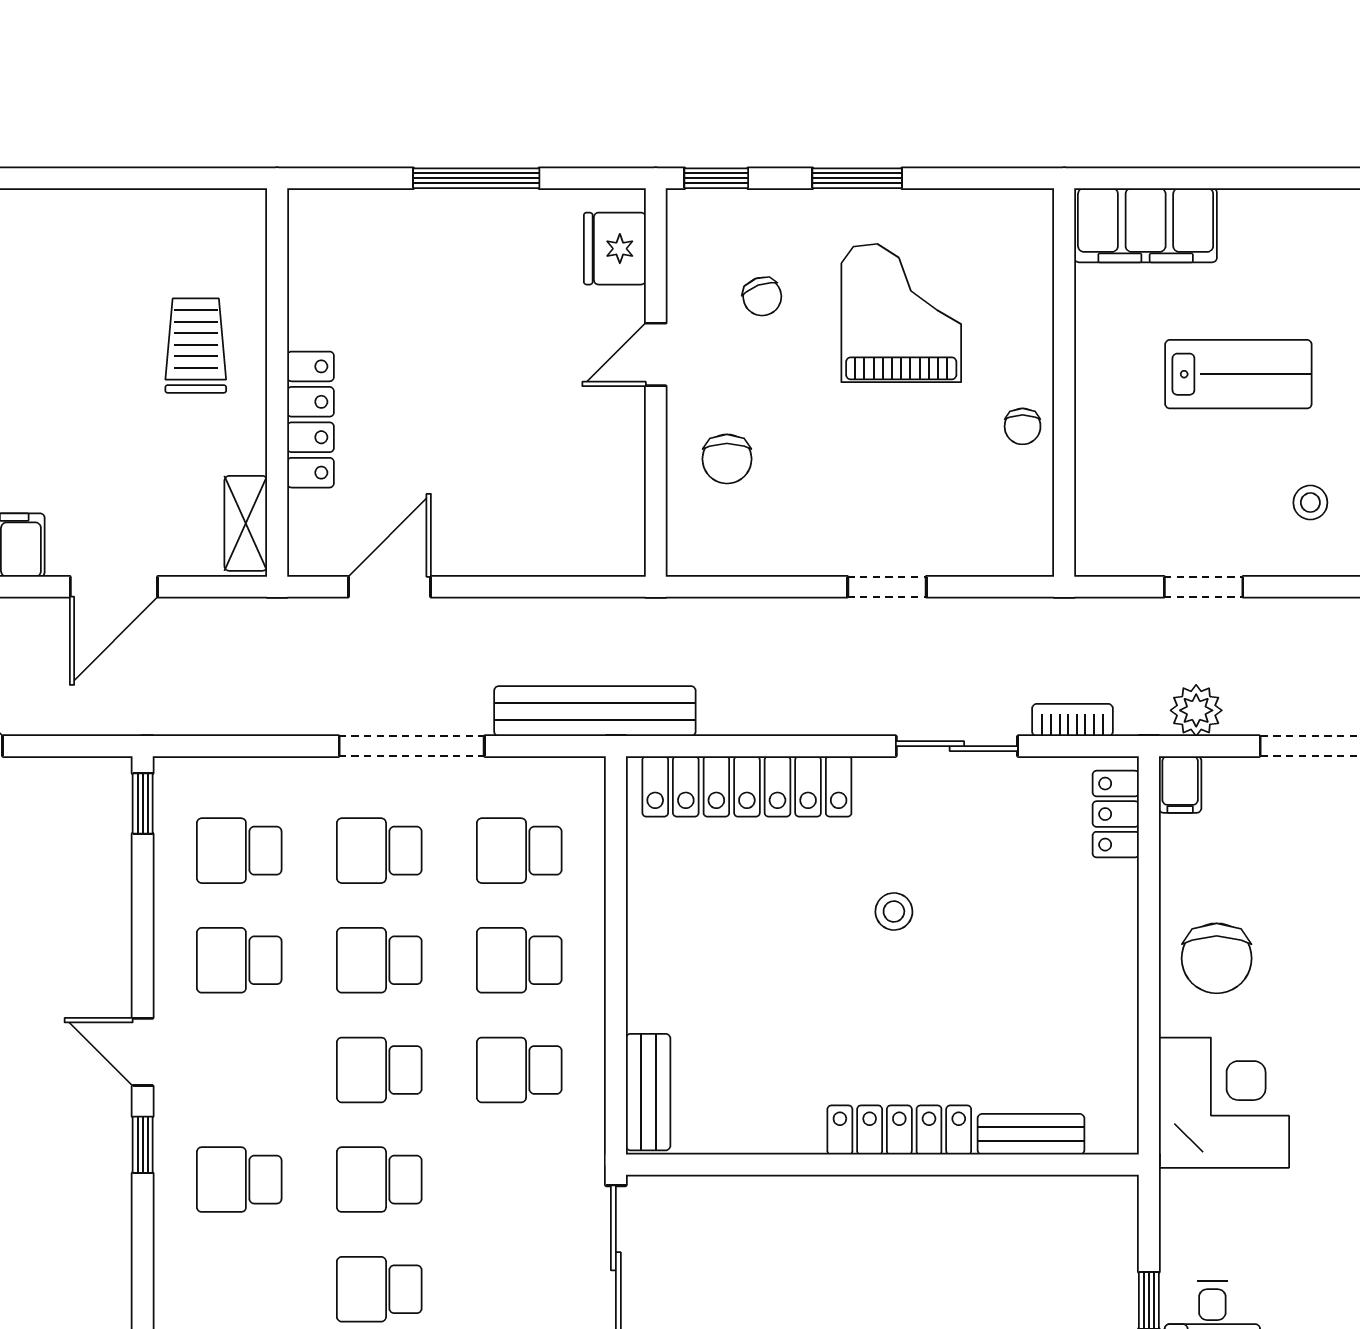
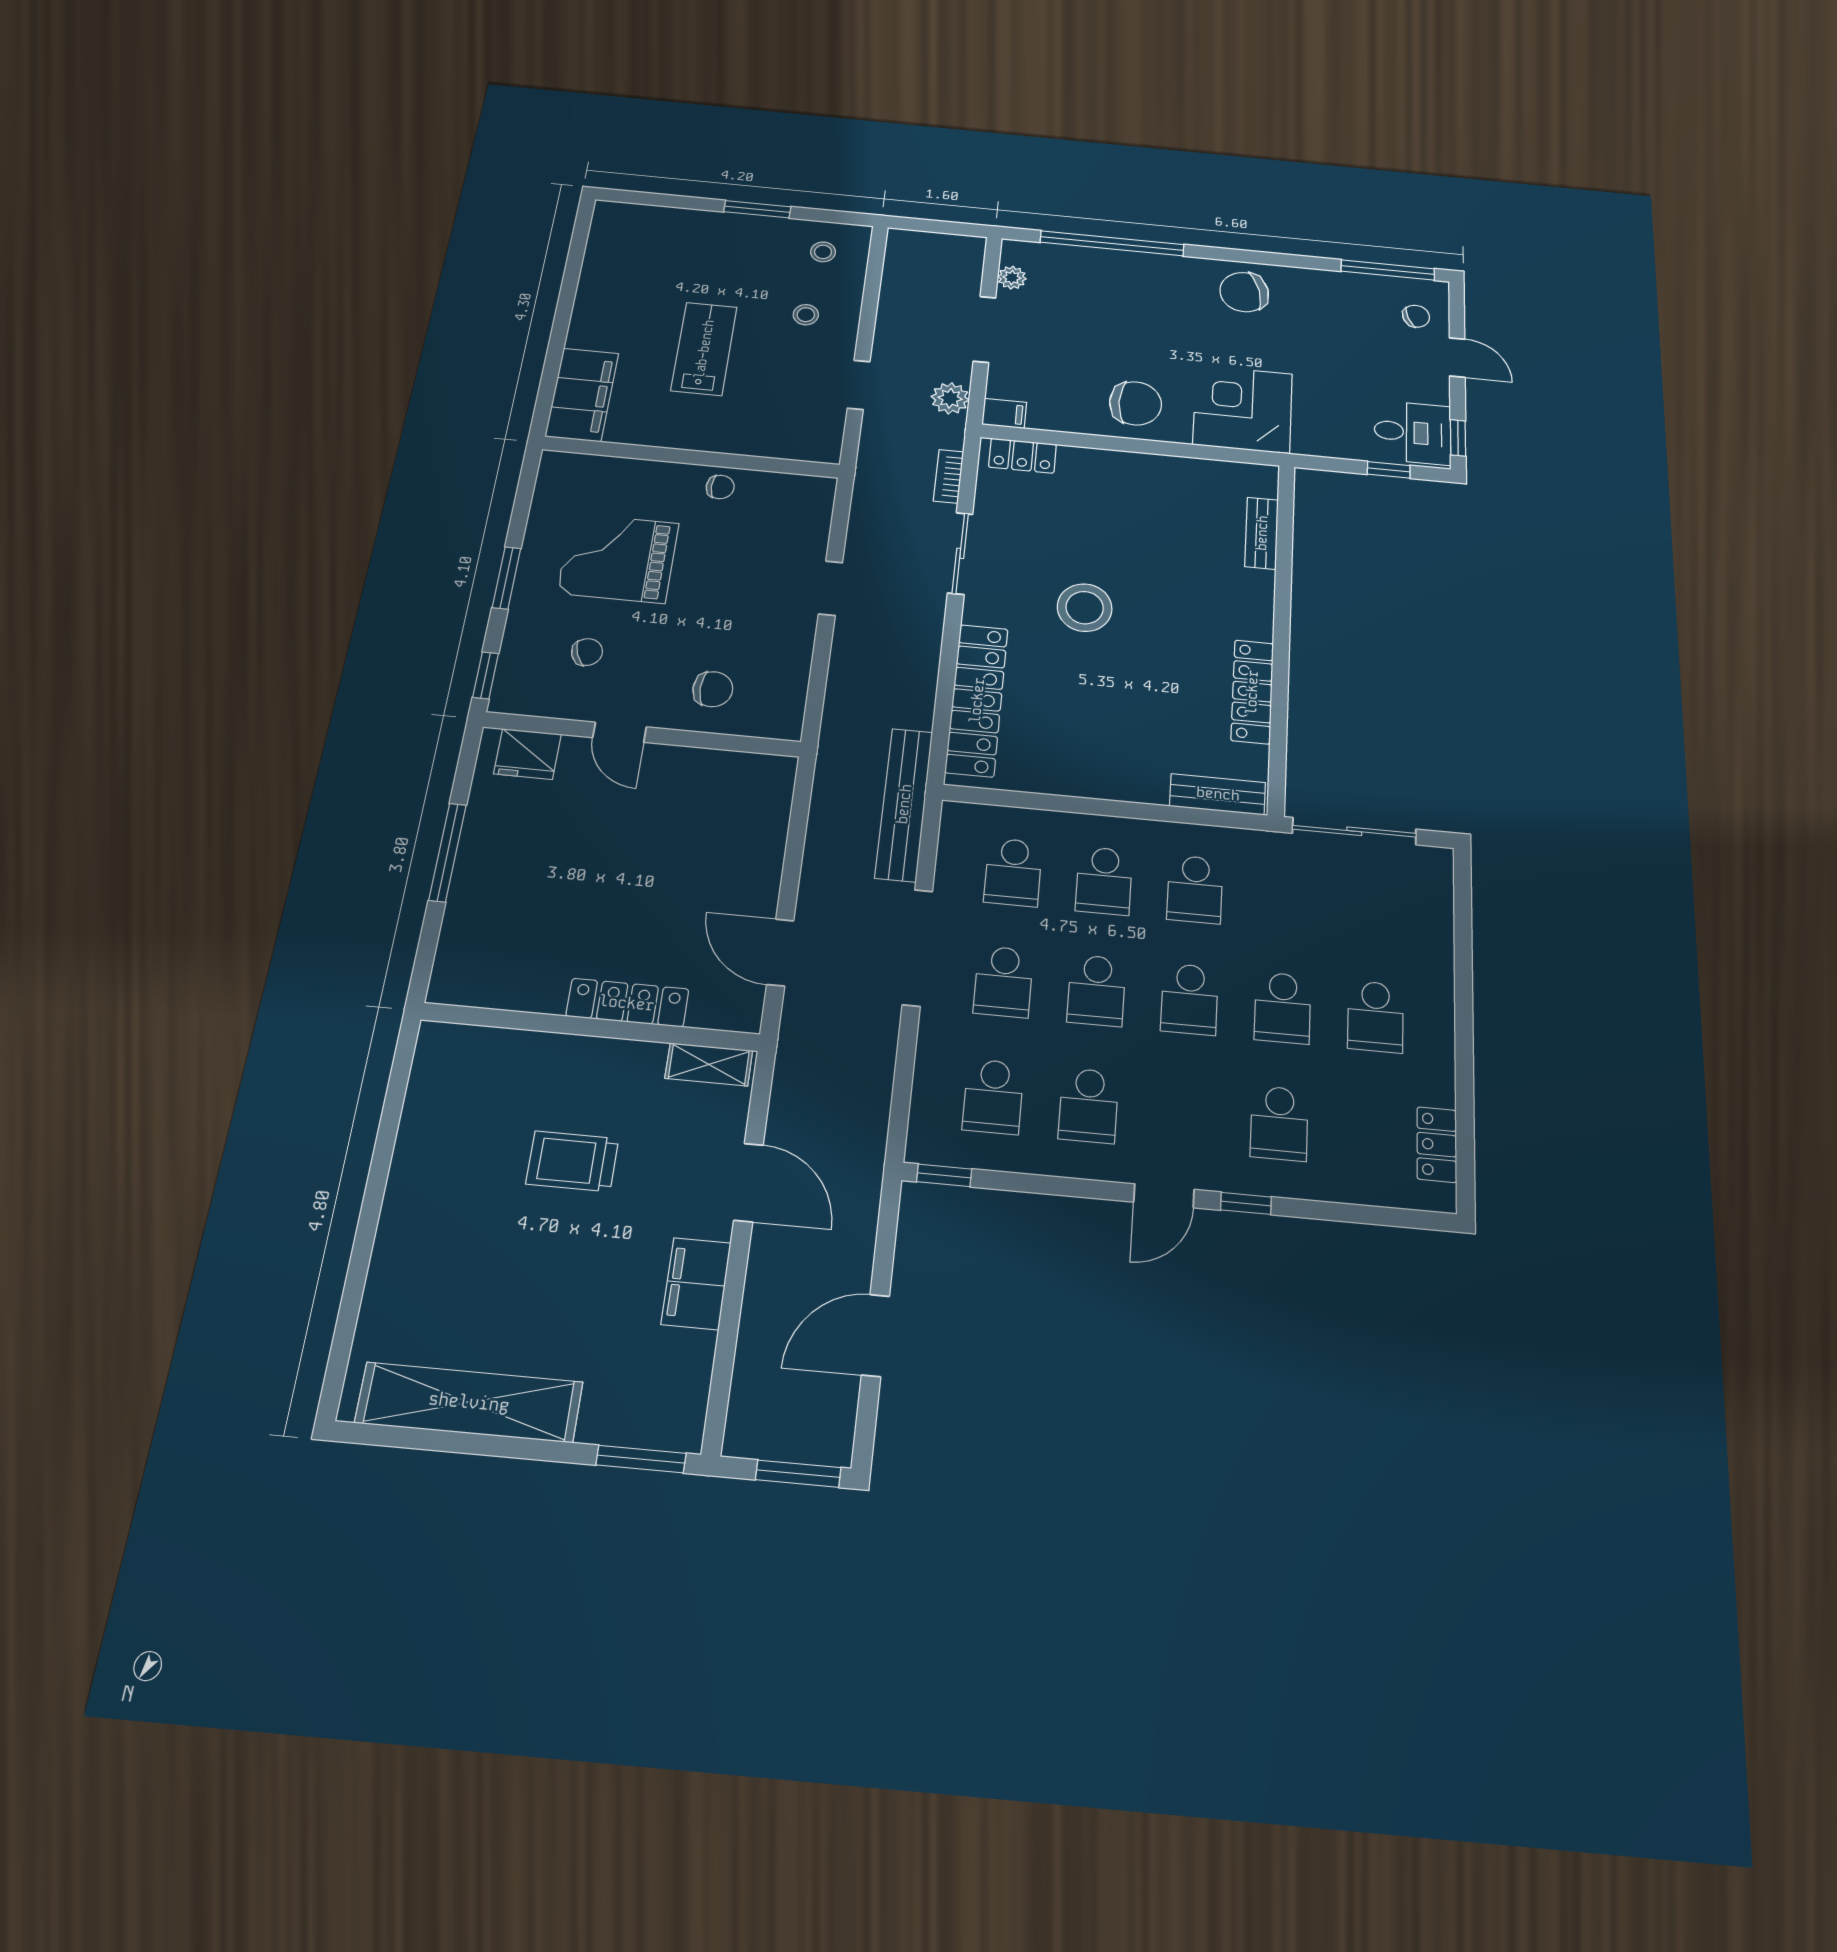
trolley: (196, 346) -> (572, 1161), moved
stool: (894, 912) -> (1085, 608), width x1.89, depth x1.89
locker: (899, 1130) -> (1252, 692), moved

